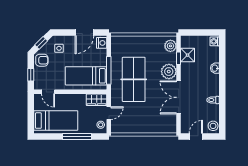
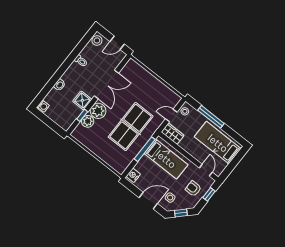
door: (84, 32) -> (148, 201), moved
plant: (170, 46) -> (88, 121), moved
shower: (188, 55) -> (82, 100), moved
armchair: (42, 60) -> (193, 189), moved

